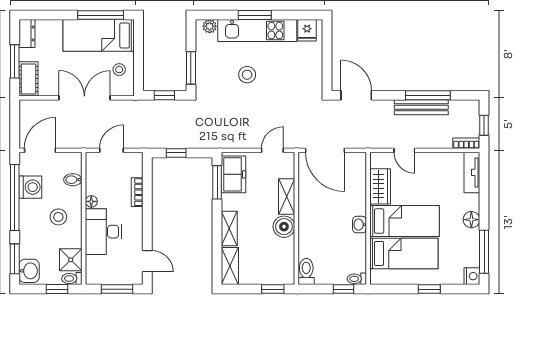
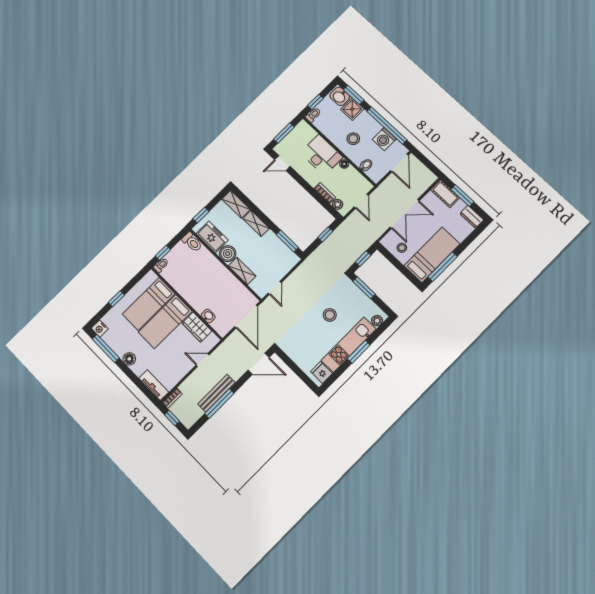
door: (325, 150) -> (246, 316), swing flipped
plant: (136, 170) -> (338, 204), added
freezer: (234, 174) -> (212, 237), moved, turned 180
washbasin: (359, 225) -> (208, 316), moved
shower: (71, 260) -> (352, 109), moved

